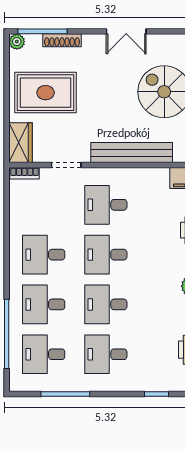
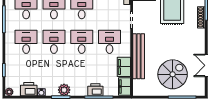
double door: (126, 31) -> (206, 65), moved
filing cabinet: (151, 179) -> (124, 67), added

